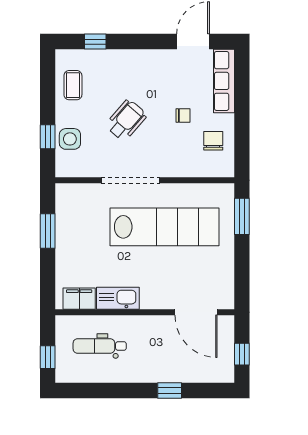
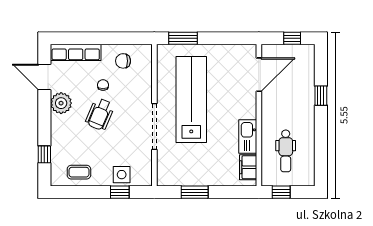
plant: (160, 63) -> (61, 103), added
wheelchair: (126, 120) -> (100, 114), moved, turned -108
window: (48, 357) -> (281, 192), moved

